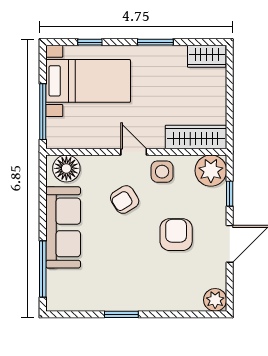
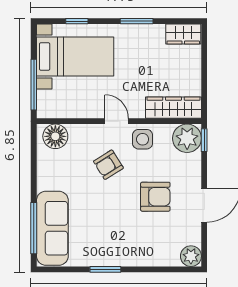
window: (230, 194) -> (204, 140), moved
sofa: (63, 227) -> (52, 228), moved
armchair: (176, 235) -> (155, 197), turned 90

